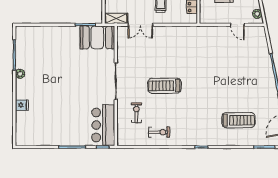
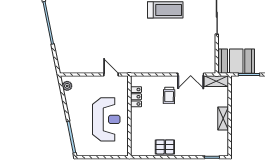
double door: (140, 25) -> (191, 74), swing flipped
door: (237, 25) -> (111, 74), moved

